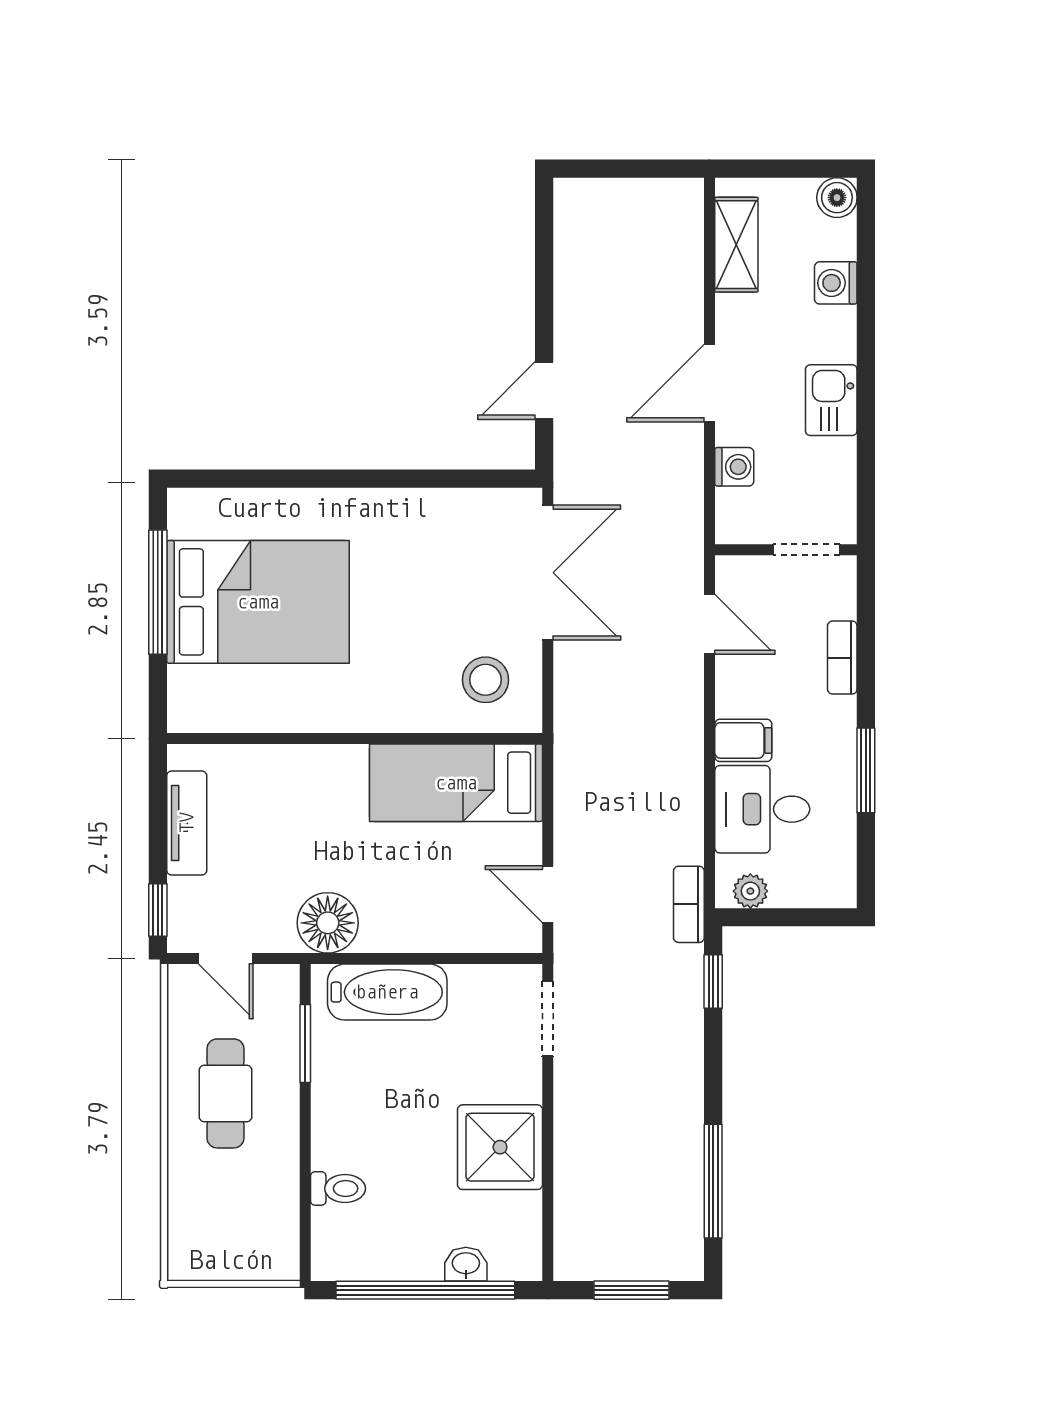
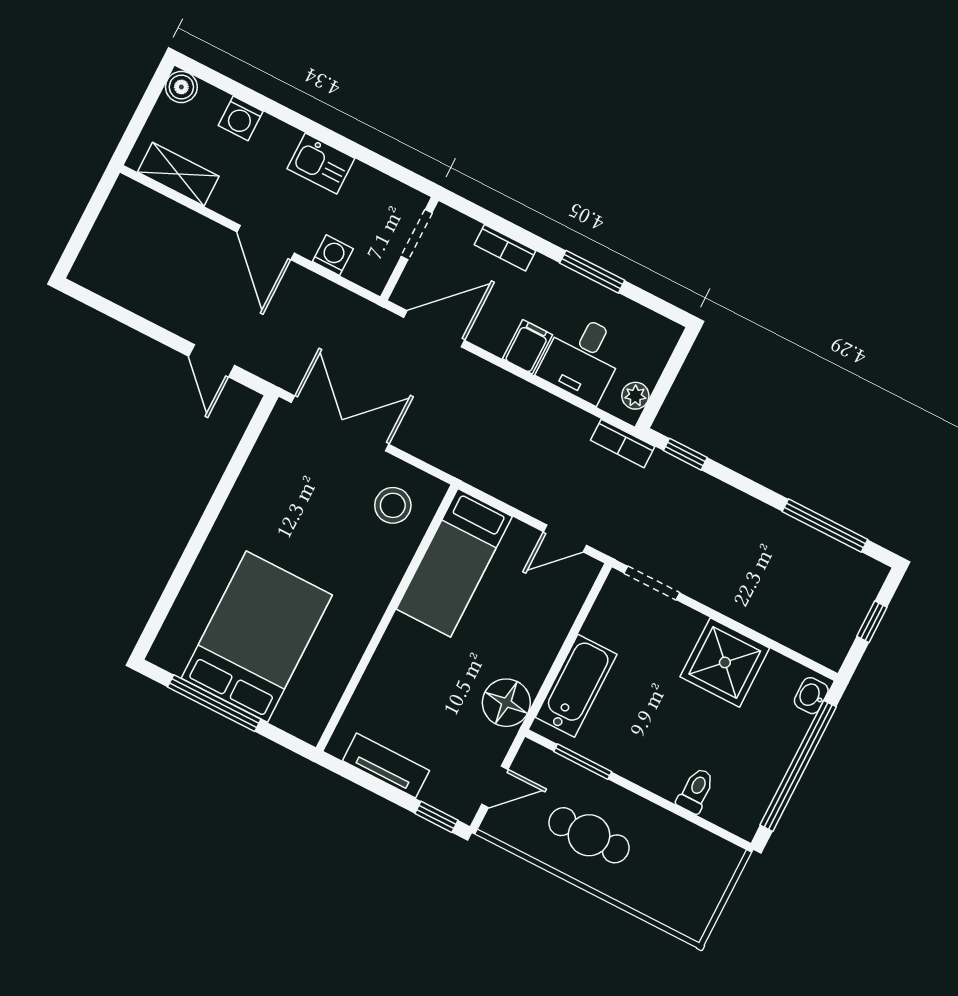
door: (710, 624) -> (434, 329), width x1.38
washbasin: (466, 1264) -> (811, 696), moved
window: (631, 1290) -> (872, 622), width x0.67

